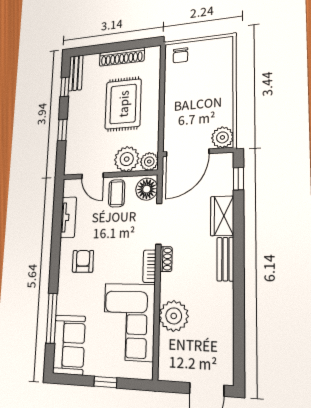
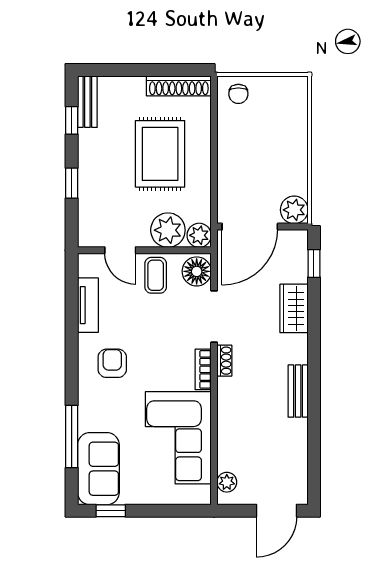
shoe rack: (122, 57) -> (179, 86), moved
bench: (225, 259) -> (298, 391), moved
plant: (174, 316) -> (227, 482), moved, width x0.53, depth x0.53
window: (105, 382) -> (111, 511), moved

